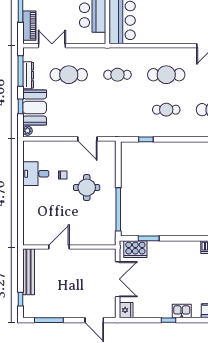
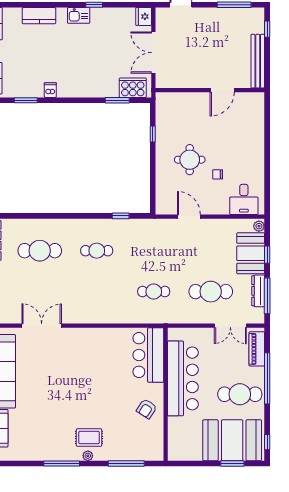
cafe table: (166, 75) -> (97, 292), removed
desk: (36, 174) -> (244, 199), moved, turned 90
window: (118, 209) -> (153, 134), width x0.32

